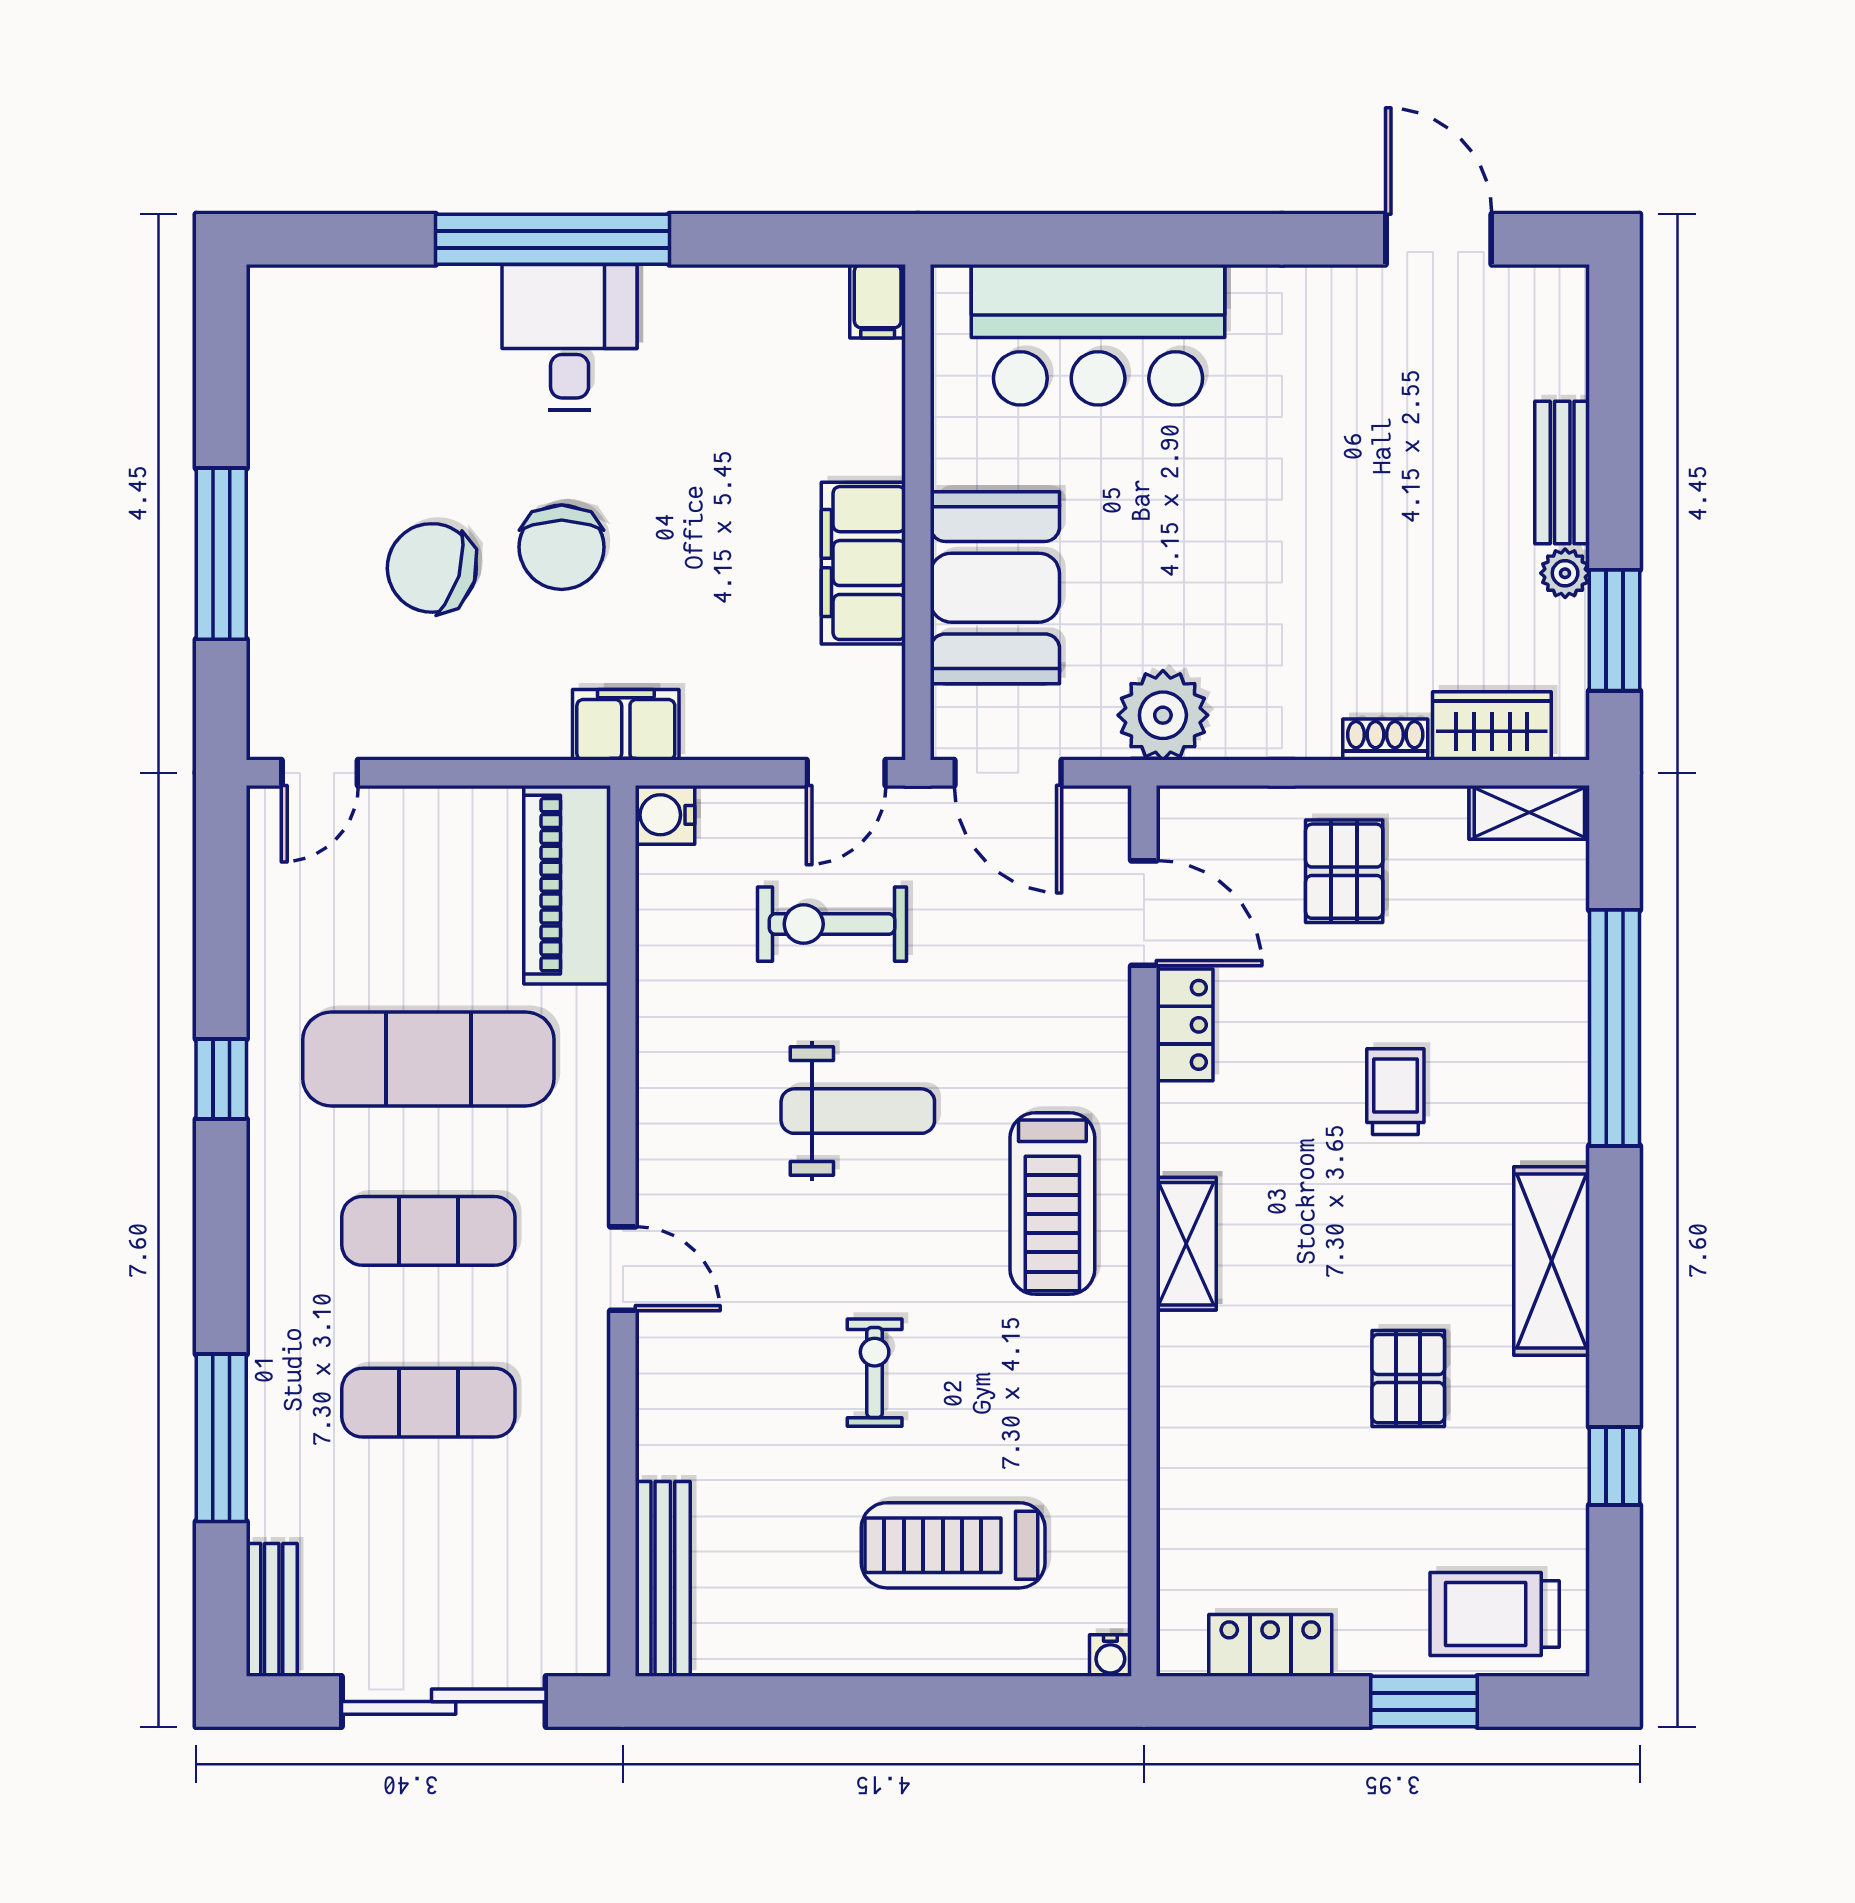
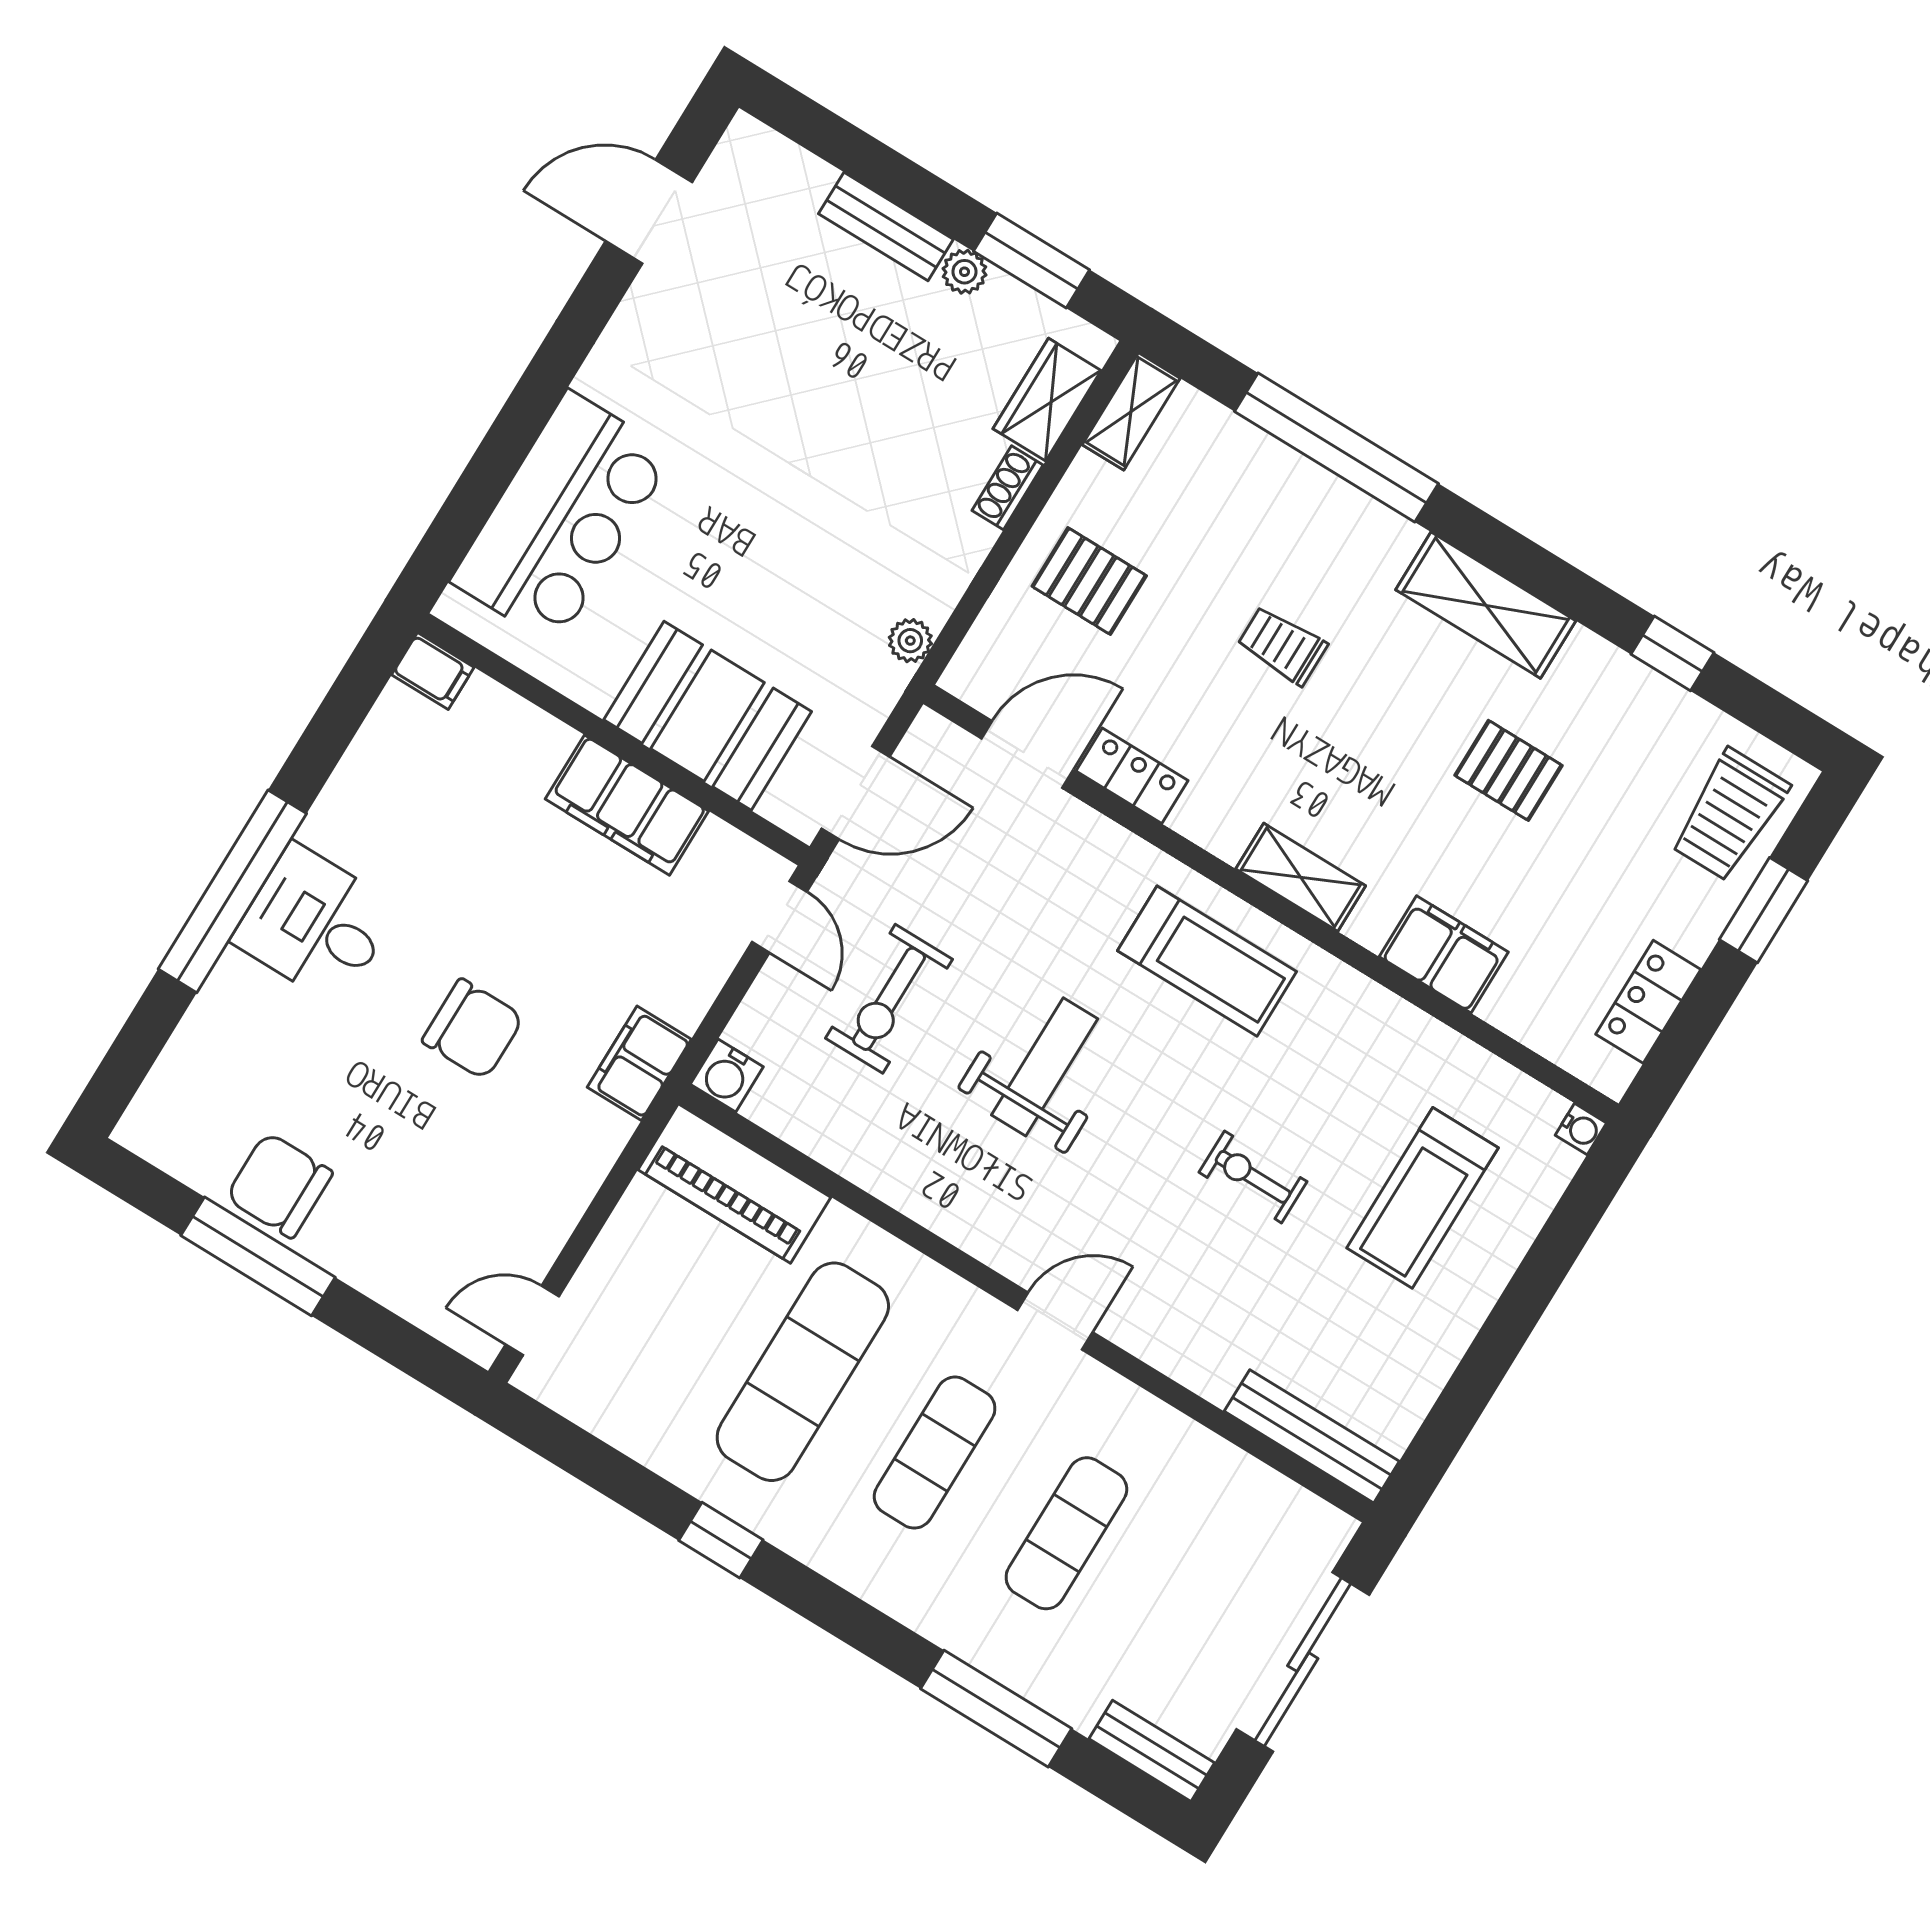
window: (221, 554) -> (258, 1256), moved
chair: (432, 568) -> (279, 1185), moved, turned 73
plant: (1163, 715) -> (910, 641), width x0.53, depth x0.53
door: (320, 773) -> (532, 1320), swing flipped
filing cabinet: (1196, 1424) -> (1444, 954), added

